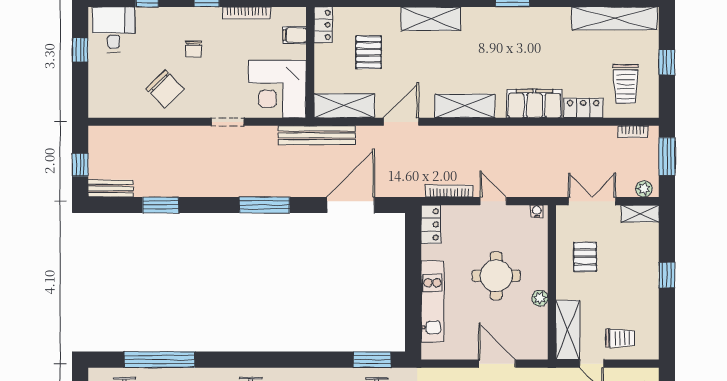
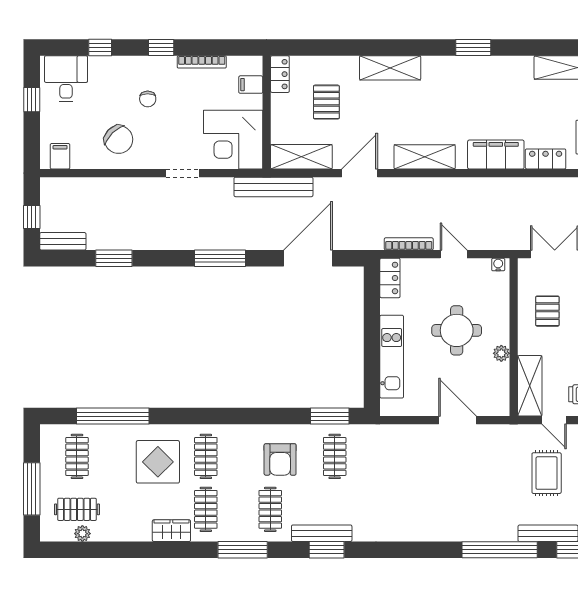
filing cabinet: (108, 105) -> (60, 156), added

